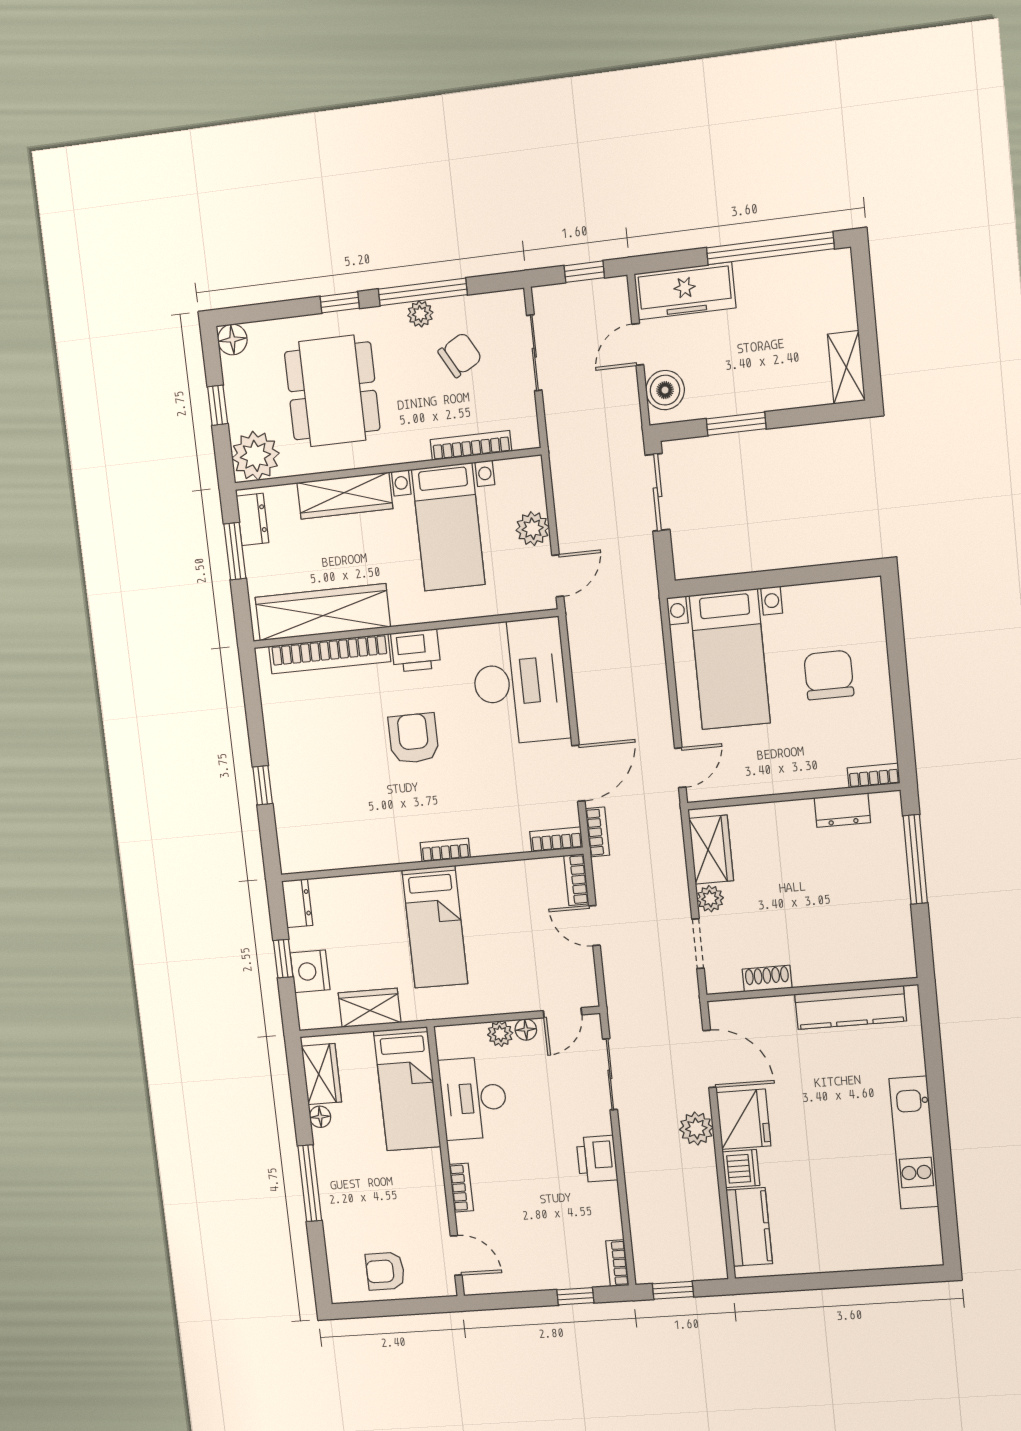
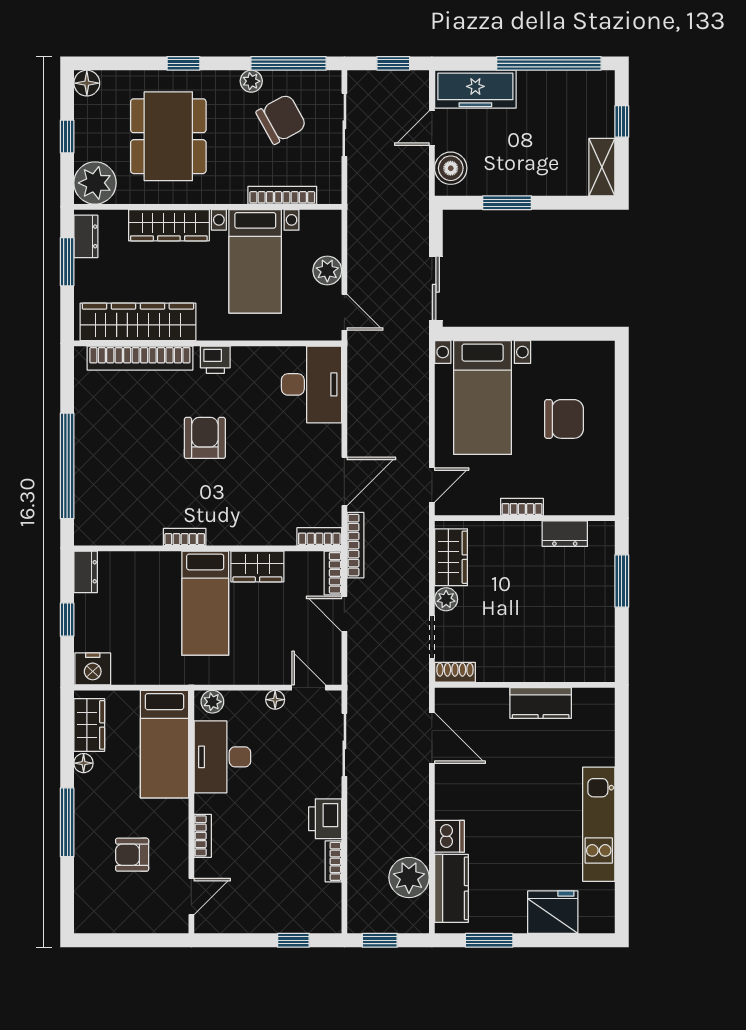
window: (423, 292) -> (289, 63), moved
window: (865, 309) -> (622, 121), added
chair: (460, 355) -> (281, 119), width x1.37, depth x1.37
sliding door: (657, 492) -> (436, 288), moved
door: (558, 576) -> (344, 312), hinge flipped
printer: (416, 651) -> (215, 360), width x0.73, depth x0.81
chair: (829, 675) -> (564, 419), turned 90
desk: (520, 682) -> (312, 384), width x0.73, depth x0.77
bookcase: (874, 776) -> (522, 507), moved
window: (263, 785) -> (67, 466), width x3.17
bookcase: (597, 832) -> (355, 545), width x1.56
bookcase: (445, 850) -> (185, 537), moved
window: (915, 859) -> (622, 581), width x0.69
nightstand: (310, 971) -> (93, 669), moved, turned -90
shoe rack: (767, 979) -> (455, 672), moved
wardrobe: (370, 1008) -> (257, 566), moved, turned 180
kitchen counter: (851, 1008) -> (541, 703), width x0.67
door: (563, 1013) -> (309, 688), swing flipped
plant: (500, 1034) -> (212, 702), moved
fridge: (744, 1119) -> (553, 912), moved, turned -90
plant: (696, 1129) -> (409, 877), moved, width x1.36, depth x1.36
door: (456, 1255) -> (191, 897), hinge flipped
bookcase: (617, 1263) -> (333, 861), moved
armchair: (385, 1271) -> (132, 855), moved
window: (798, 1282) -> (489, 940), added

